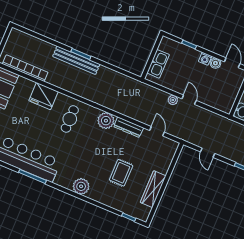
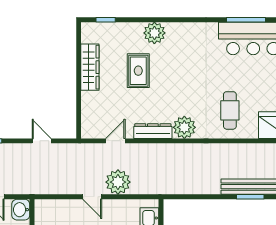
plant: (173, 100) -> (118, 182), width x1.87, depth x1.87
door: (157, 131) -> (115, 141), swing flipped
plant: (81, 186) -> (154, 33), moved

